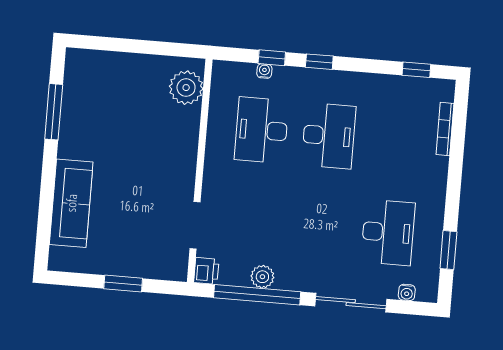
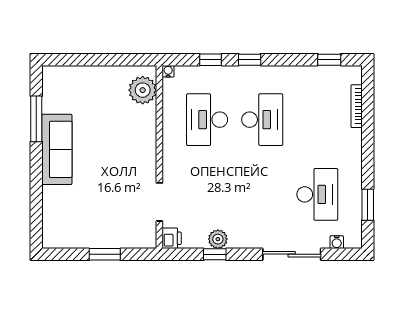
water cooler: (264, 71) -> (168, 71), moved
sofa: (71, 203) -> (57, 149), moved
window: (257, 295) -> (215, 254), width x0.32

